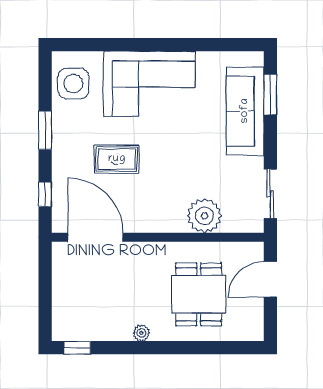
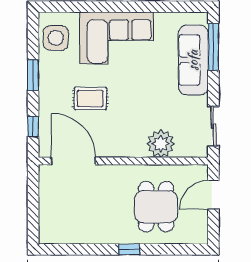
window: (270, 95) -> (213, 47), width x1.44
plant: (141, 333) -> (110, 238), removed
window: (77, 348) -> (129, 249), moved

